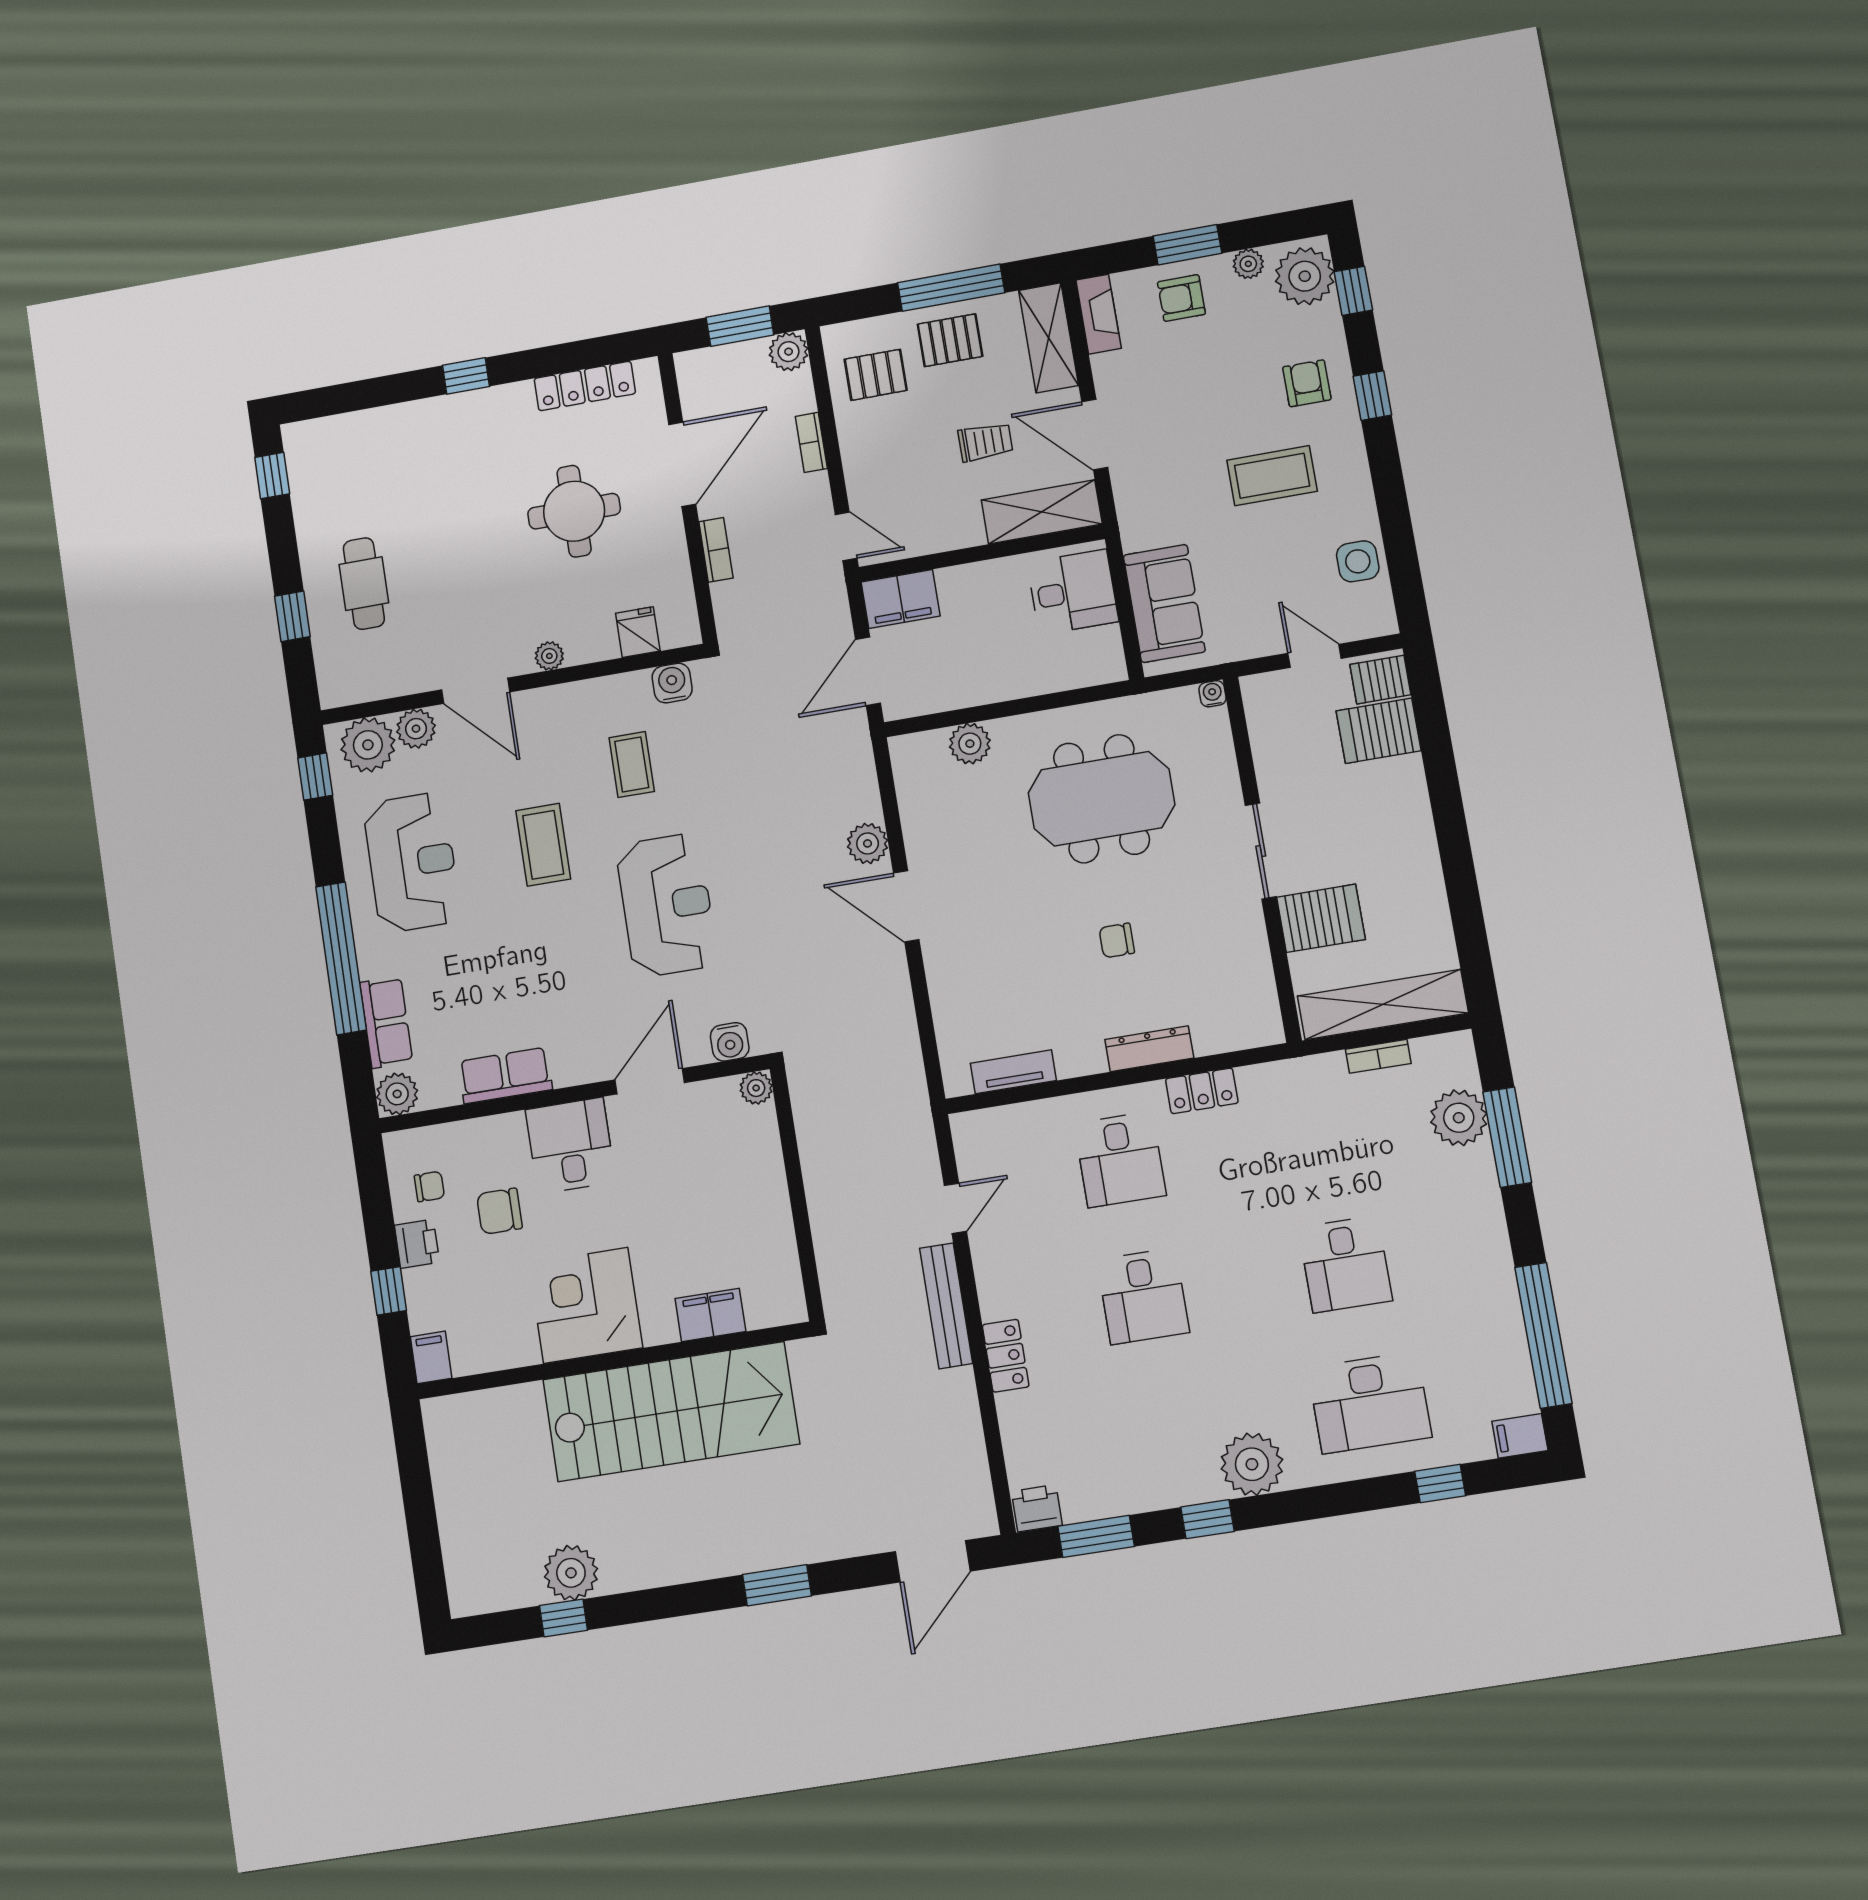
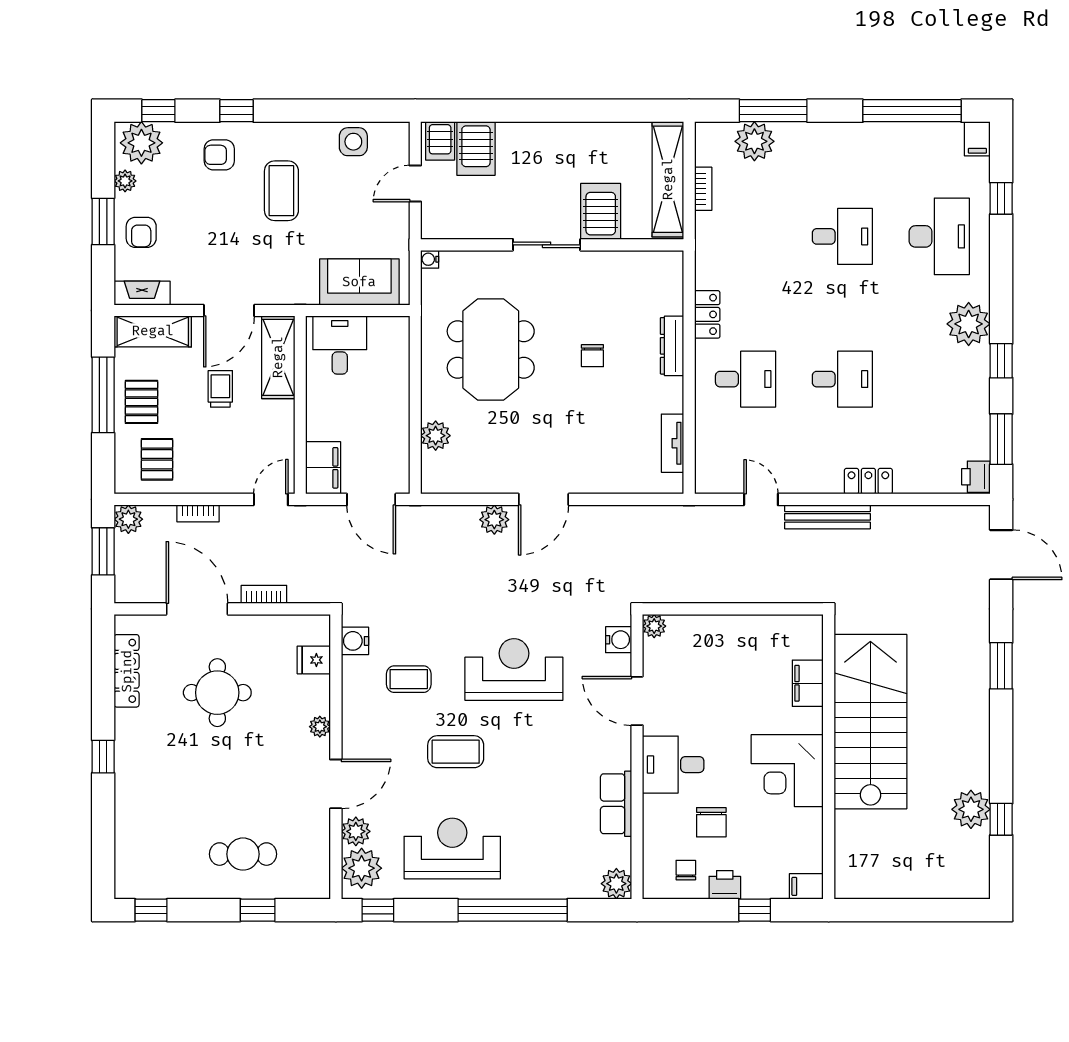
row of seats: (386, 1022) -> (564, 884), removed

